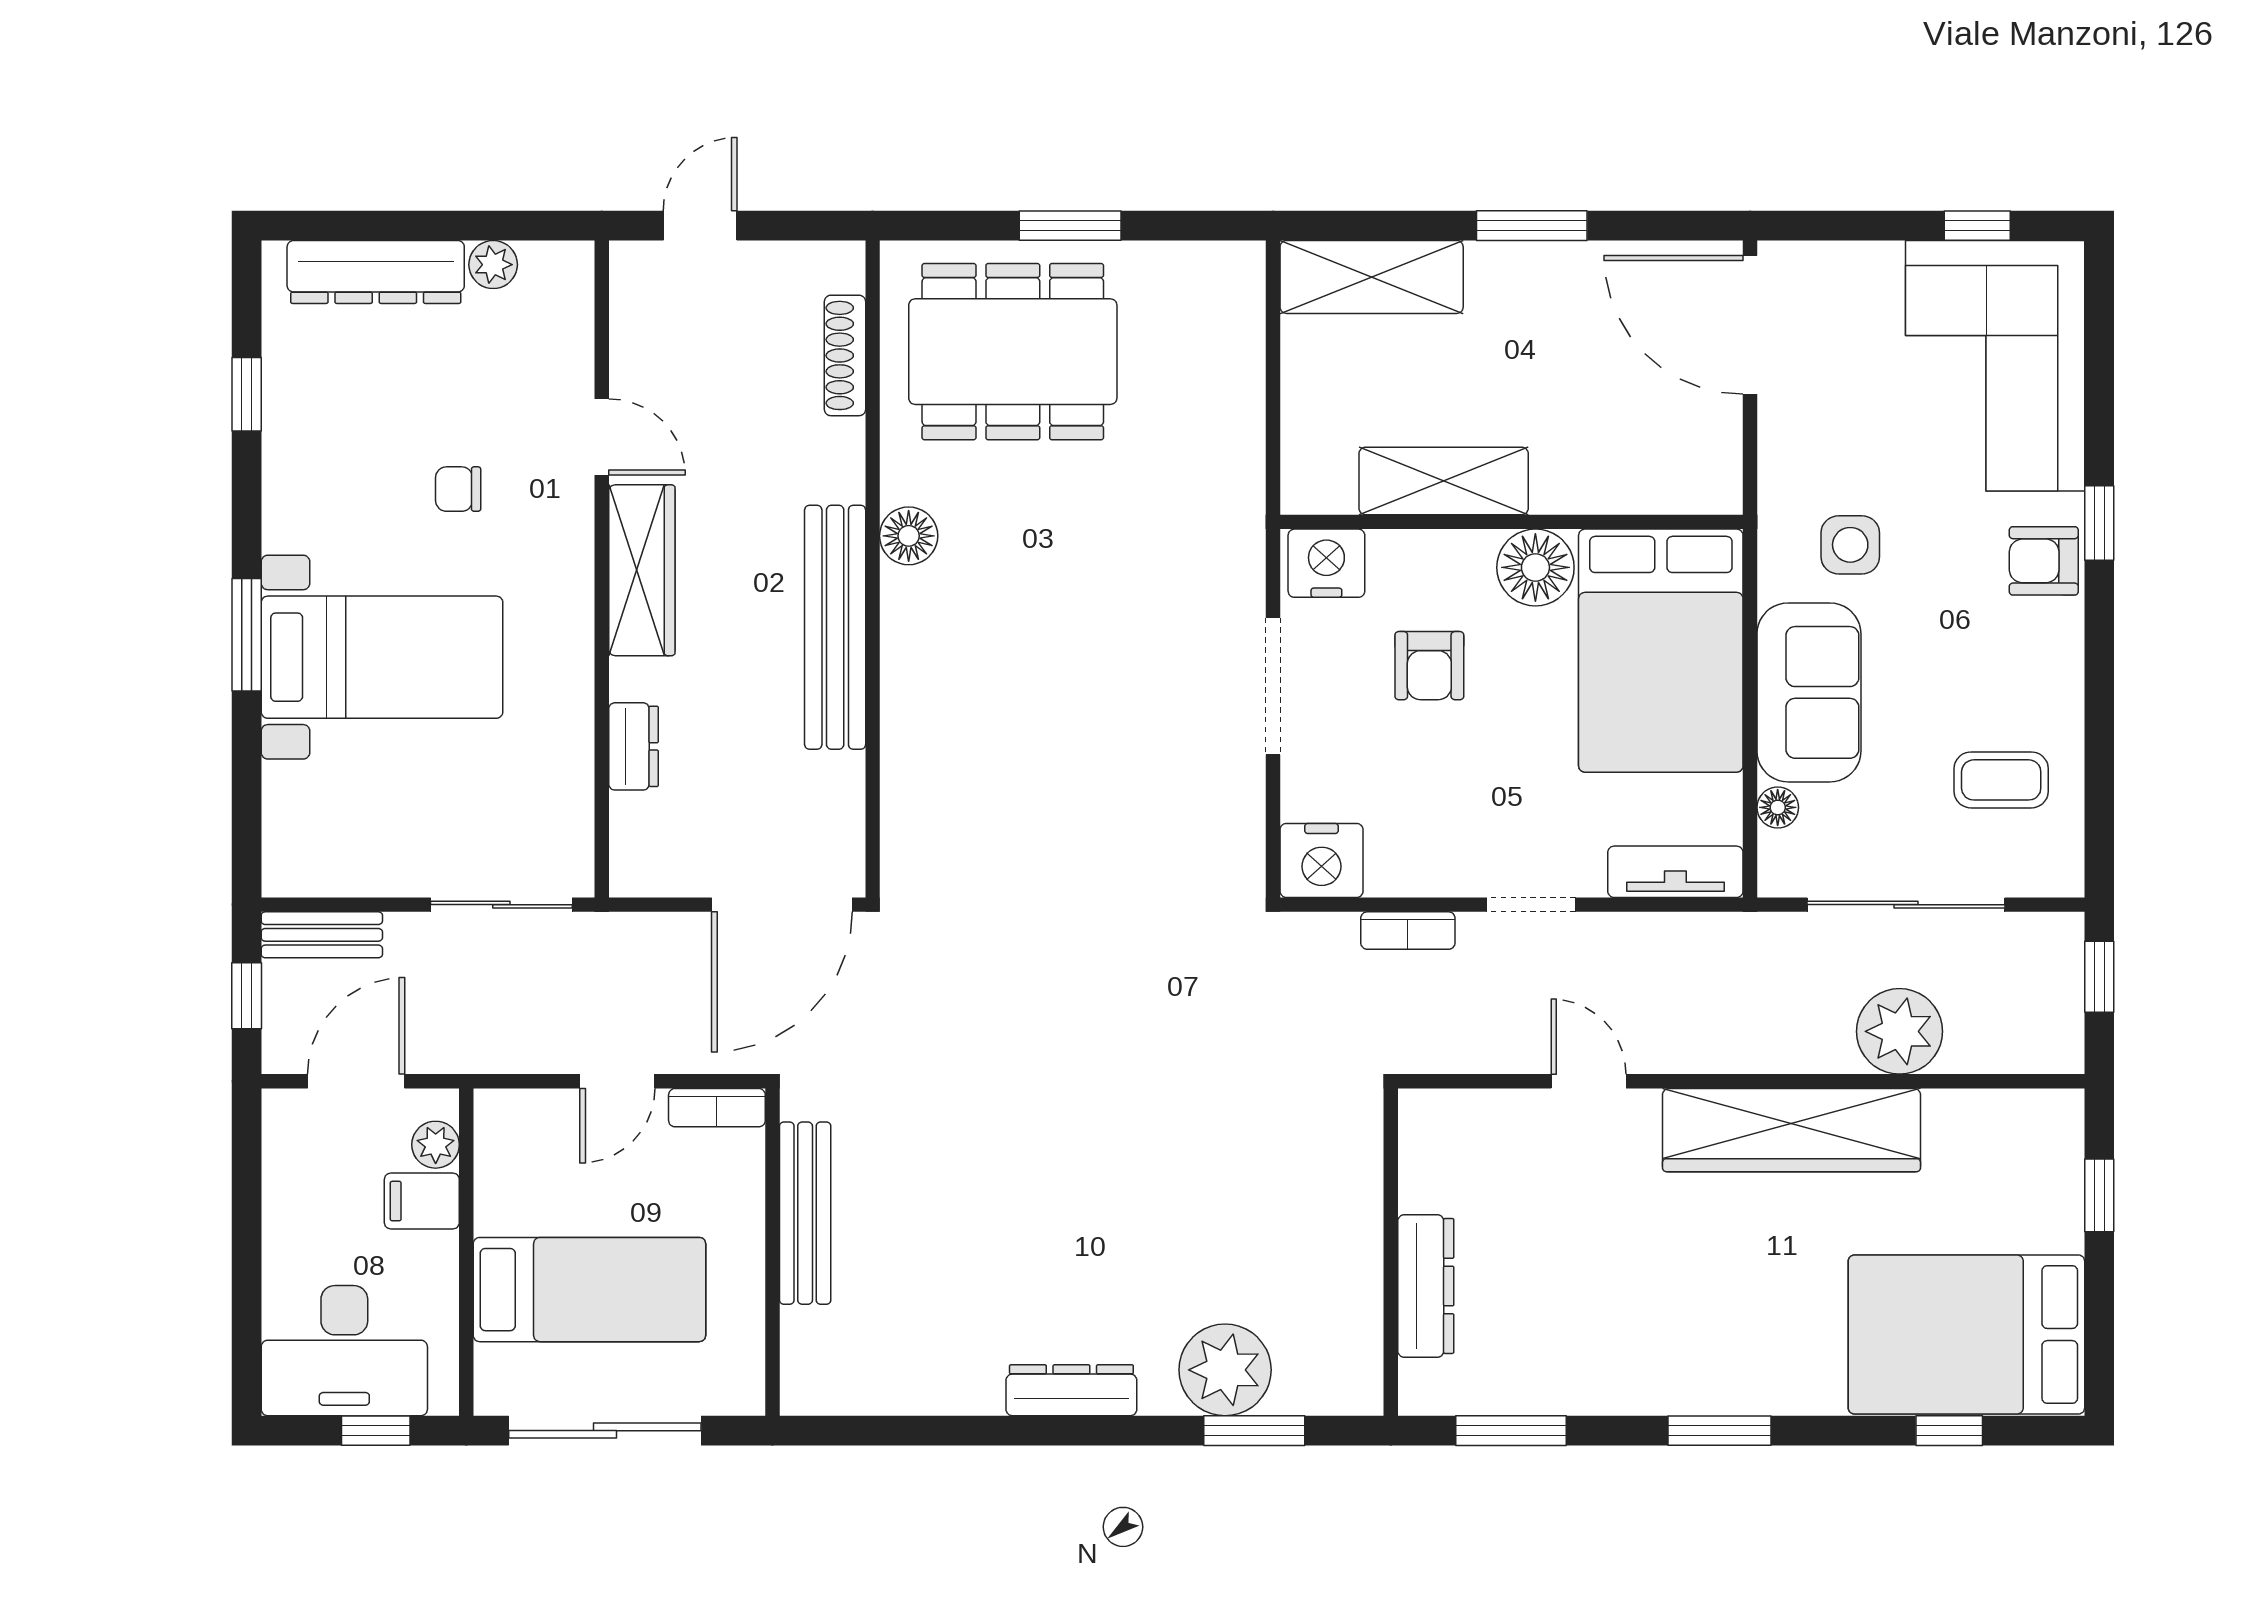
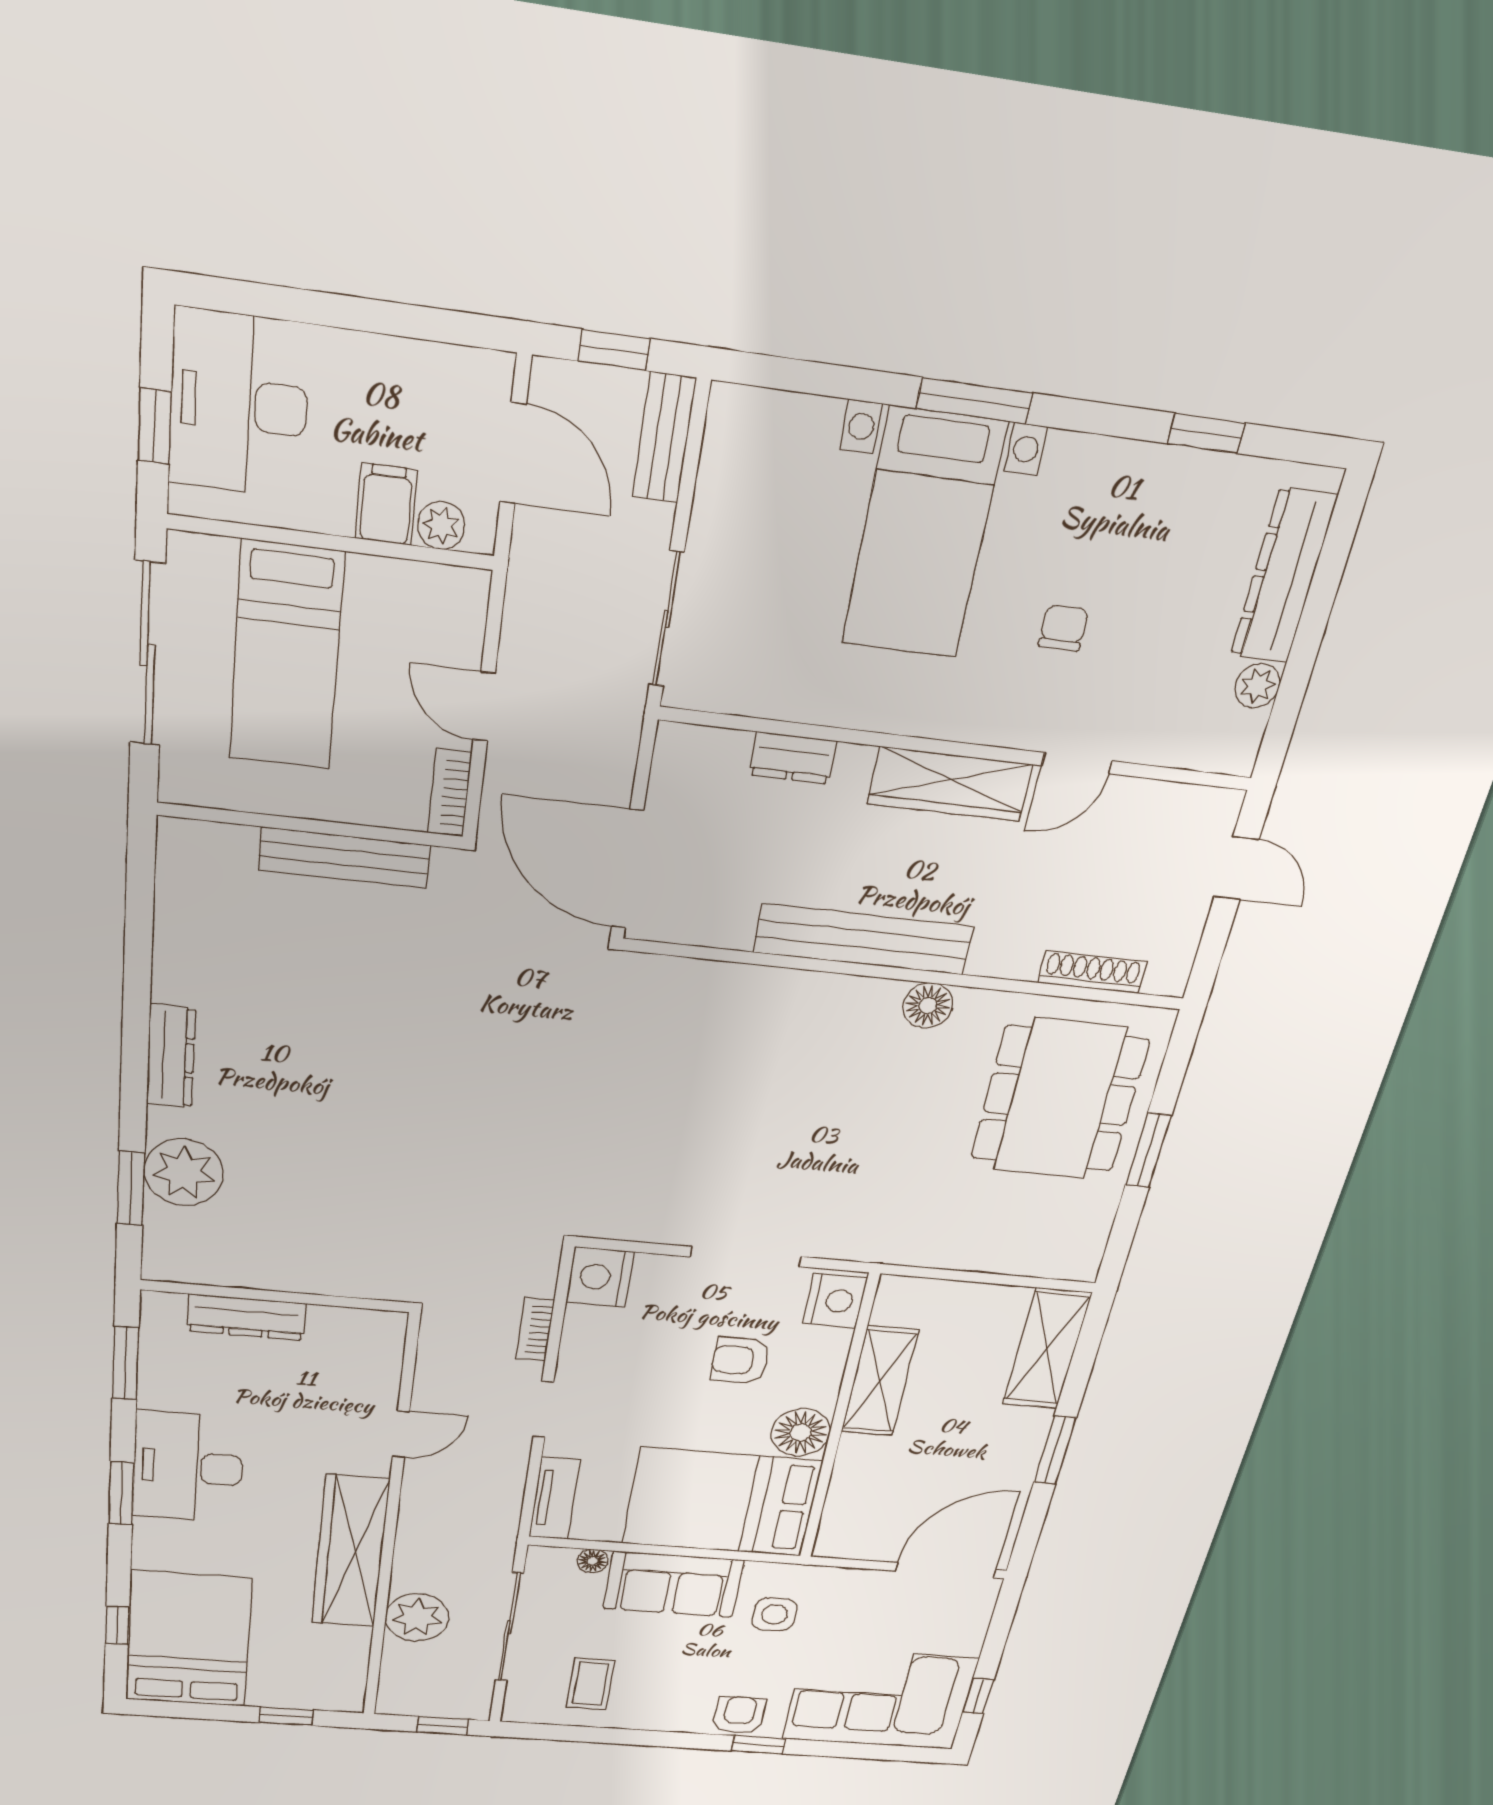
desk: (1669, 1347) -> (188, 1467), added

